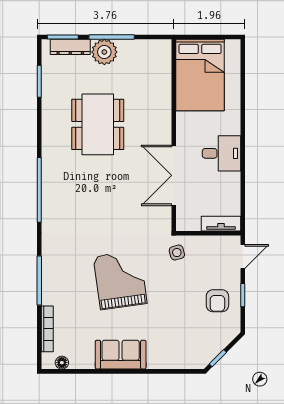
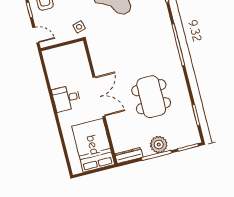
dresser: (70, 47) -> (129, 156), moved
double door: (174, 175) -> (99, 97), moved
tv unit: (221, 224) -> (55, 53), removed
door: (243, 256) -> (36, 35), swing flipped

